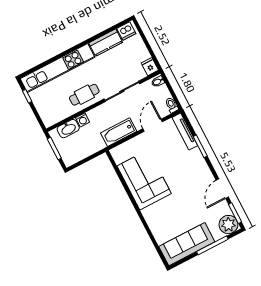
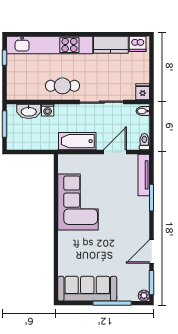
plant: (228, 225) -> (144, 296), width x0.53, depth x0.53

